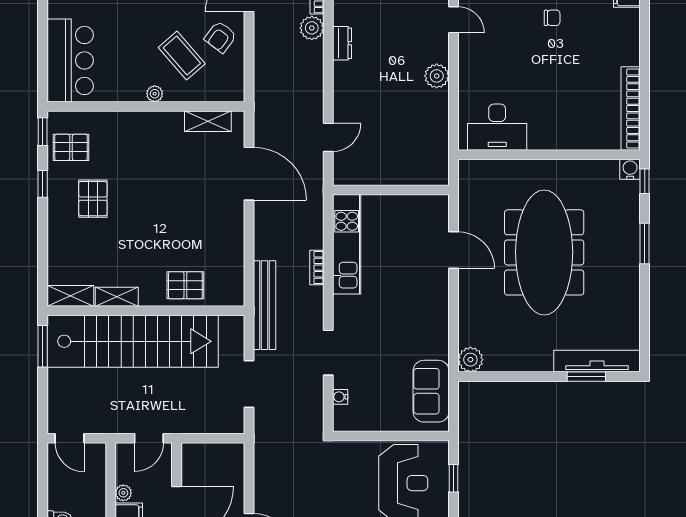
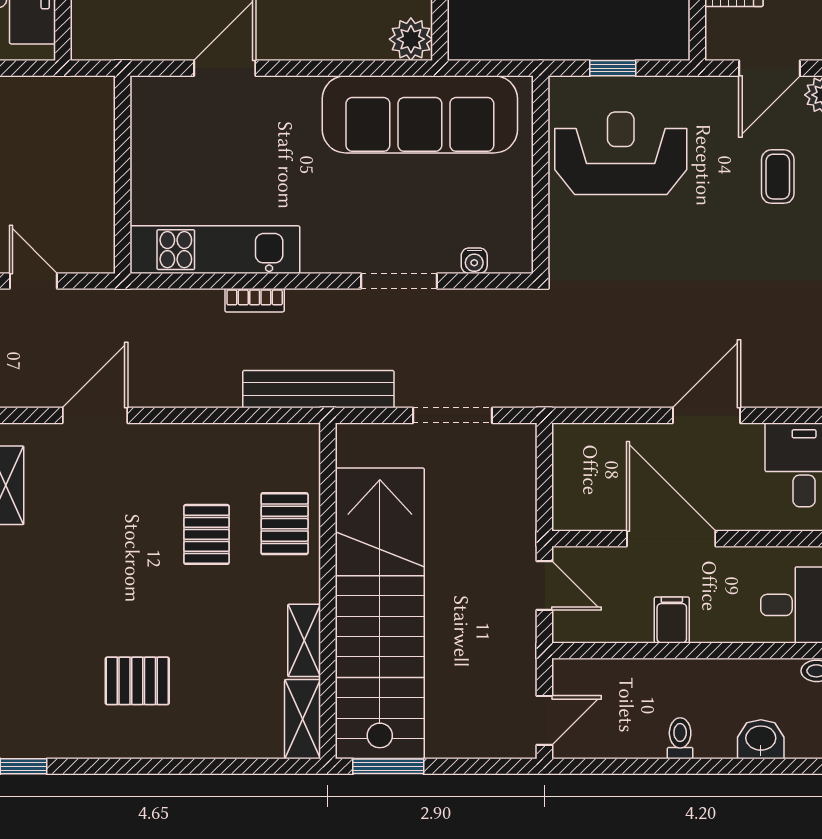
pallet: (71, 147) -> (206, 534), moved
door: (249, 174) -> (95, 415), width x0.73
window: (43, 184) -> (112, 766), removed
sofa: (431, 391) -> (420, 114), width x1.85, depth x1.27
plant: (123, 493) -> (637, 629), removed

